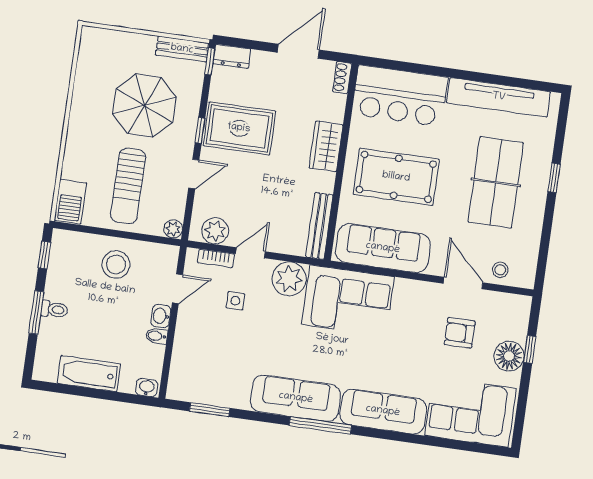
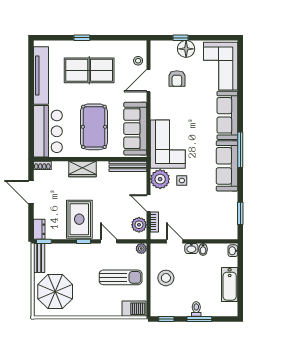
parasol: (144, 106) -> (55, 292), moved
side table: (235, 301) -> (182, 180), moved

